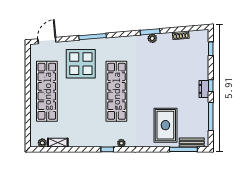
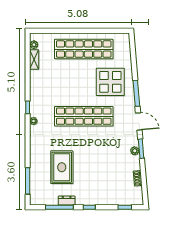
door: (47, 40) -> (139, 121), moved
dresser: (204, 89) -> (67, 201), moved
rug: (165, 125) -> (62, 167), moved, turned 90
bench: (192, 143) -> (34, 189), removed

